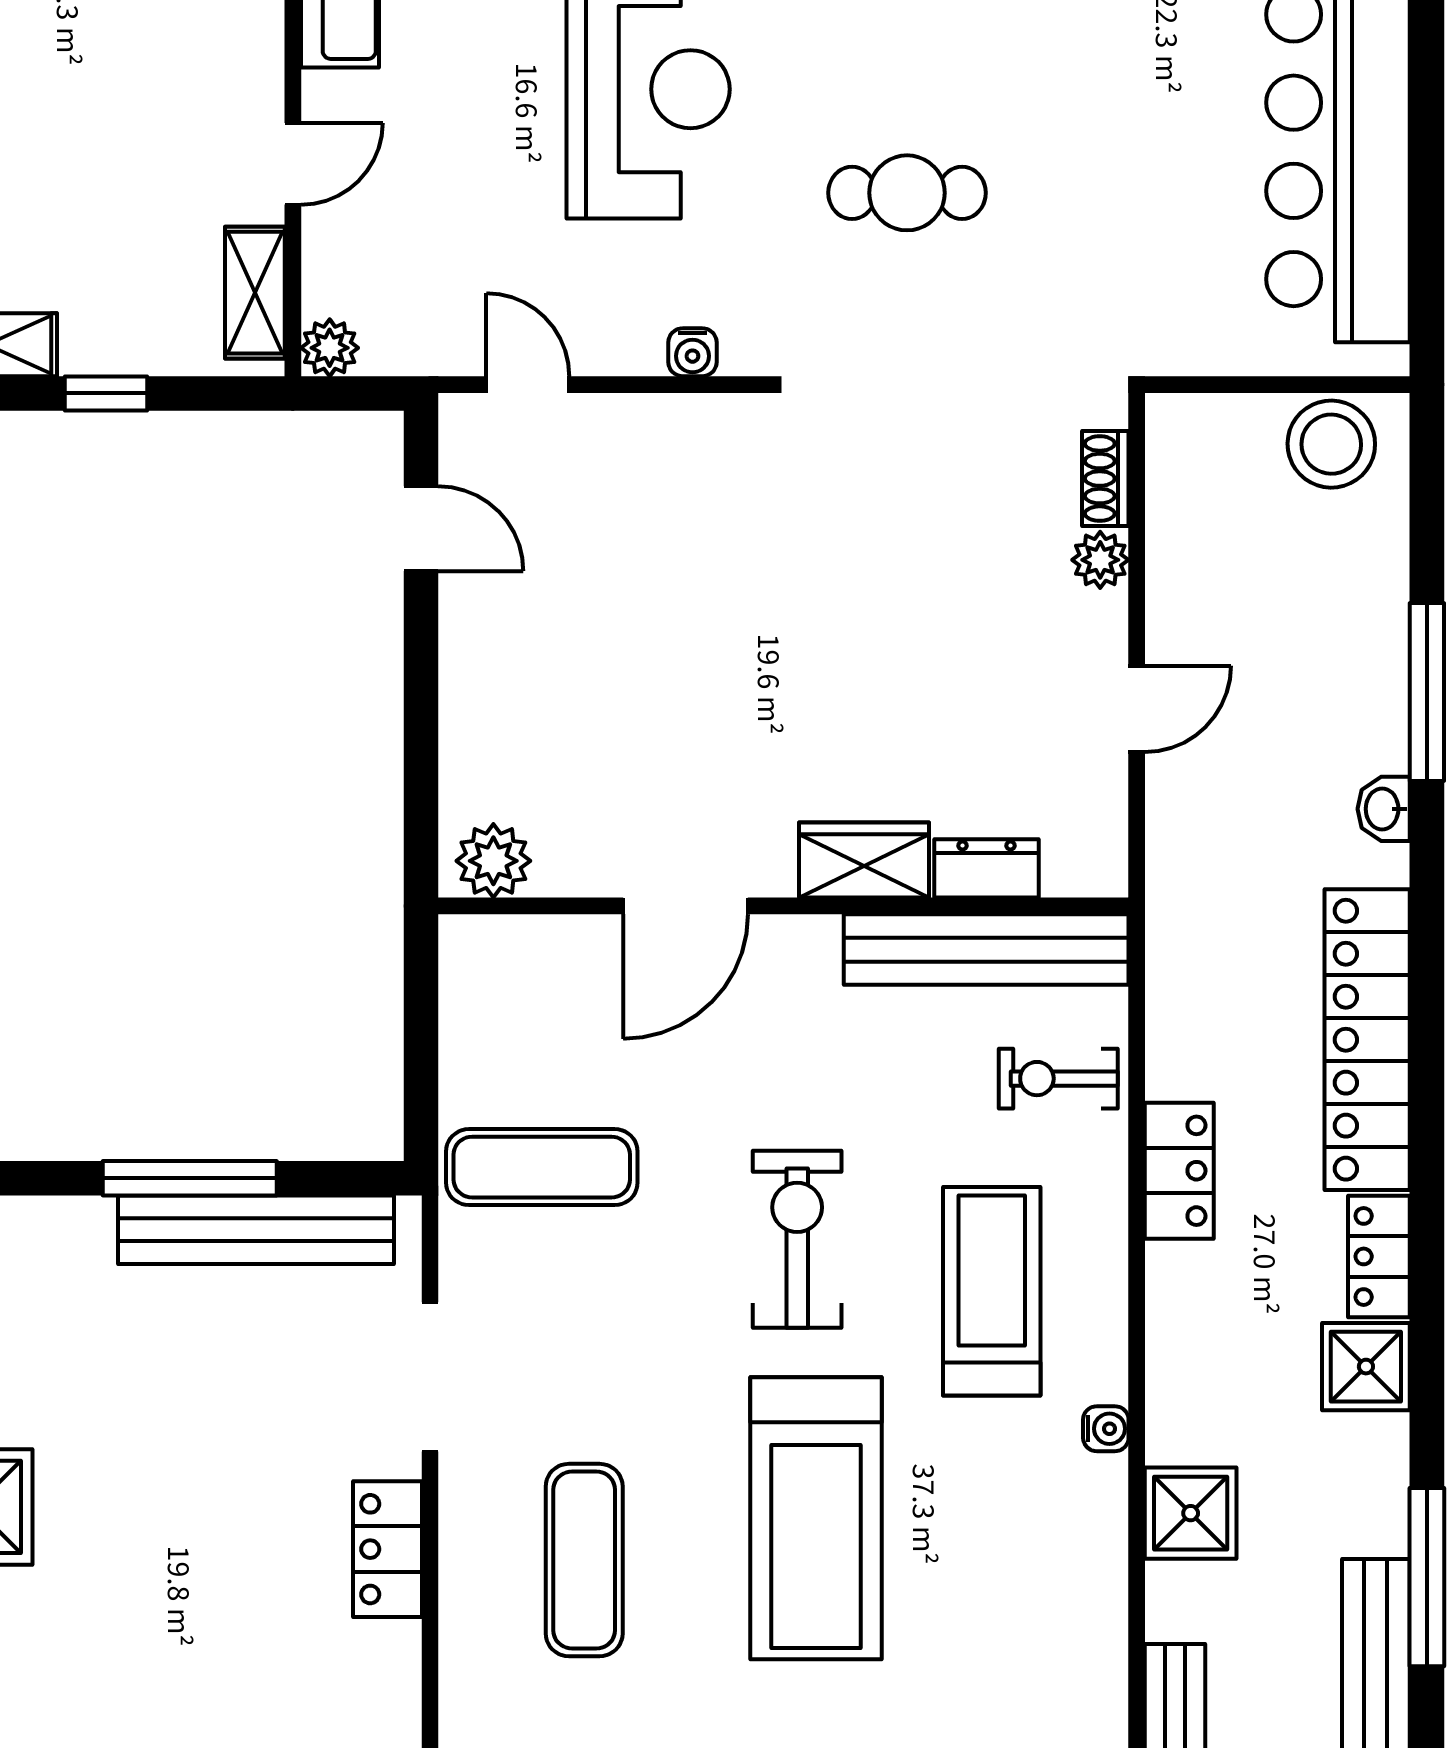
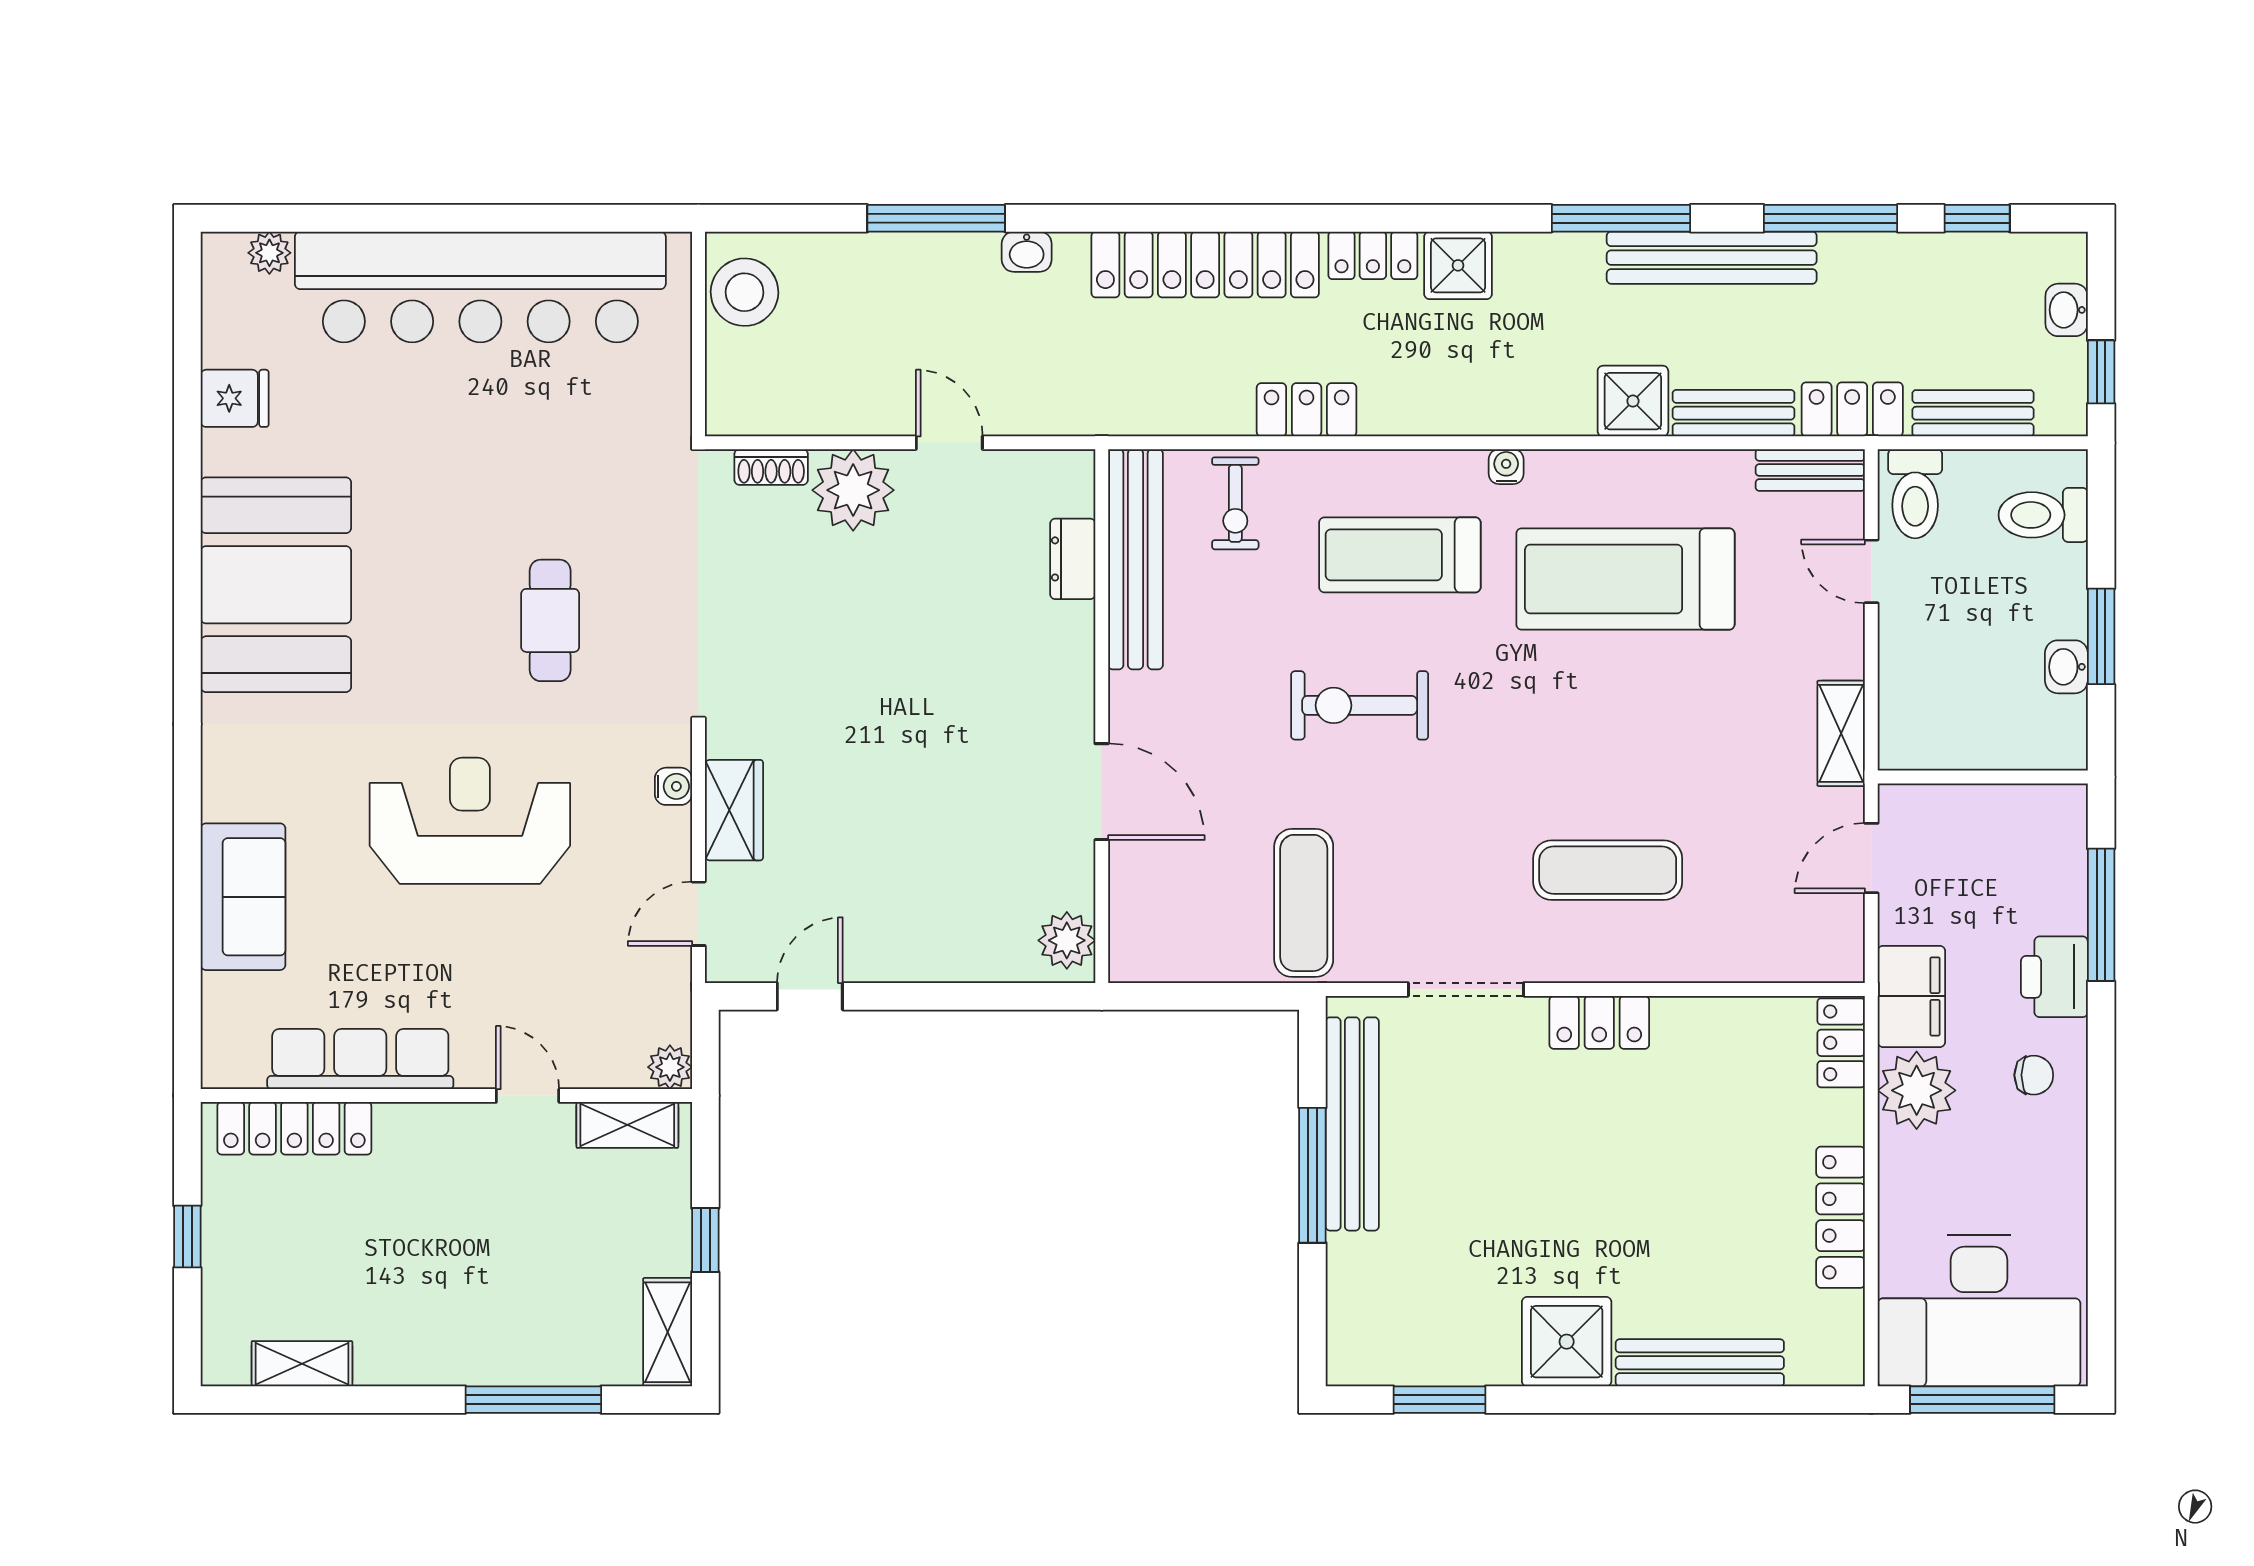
plant: (1100, 560) -> (853, 490), width x1.88, depth x1.88
wardrobe: (864, 860) -> (734, 810), moved, turned 180
shower: (1191, 1513) -> (1633, 401), moved
treadmill: (816, 1518) -> (1625, 579), moved, turned 180

